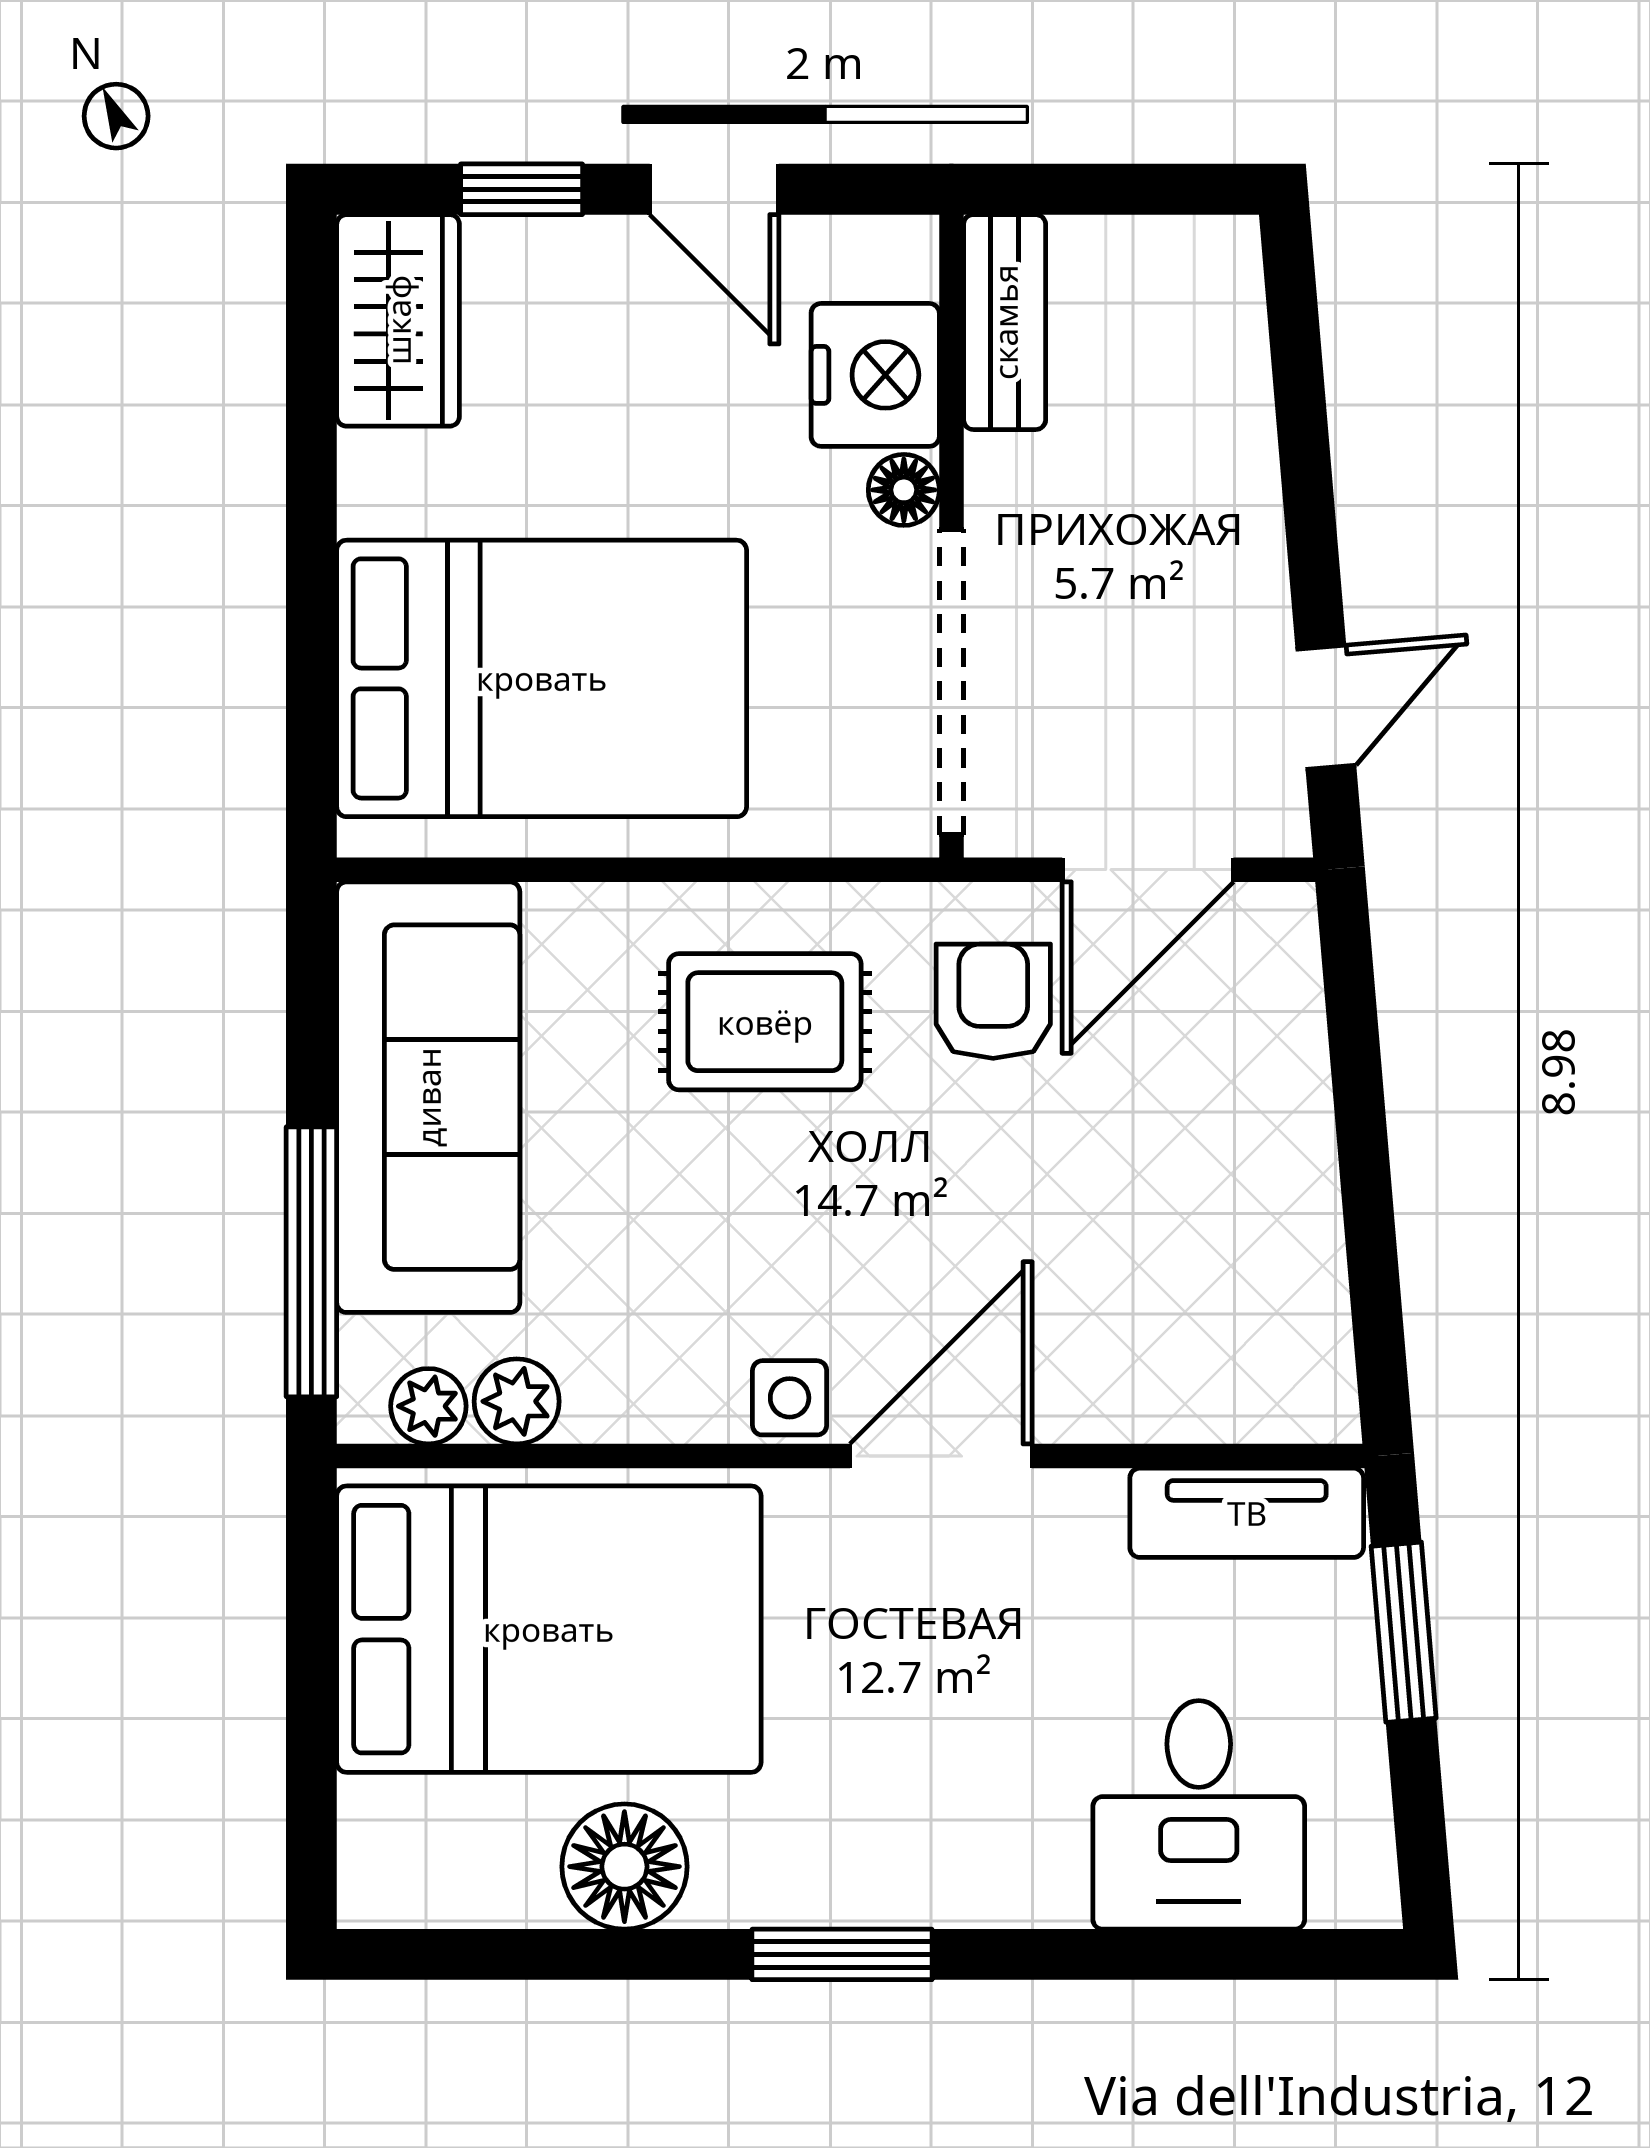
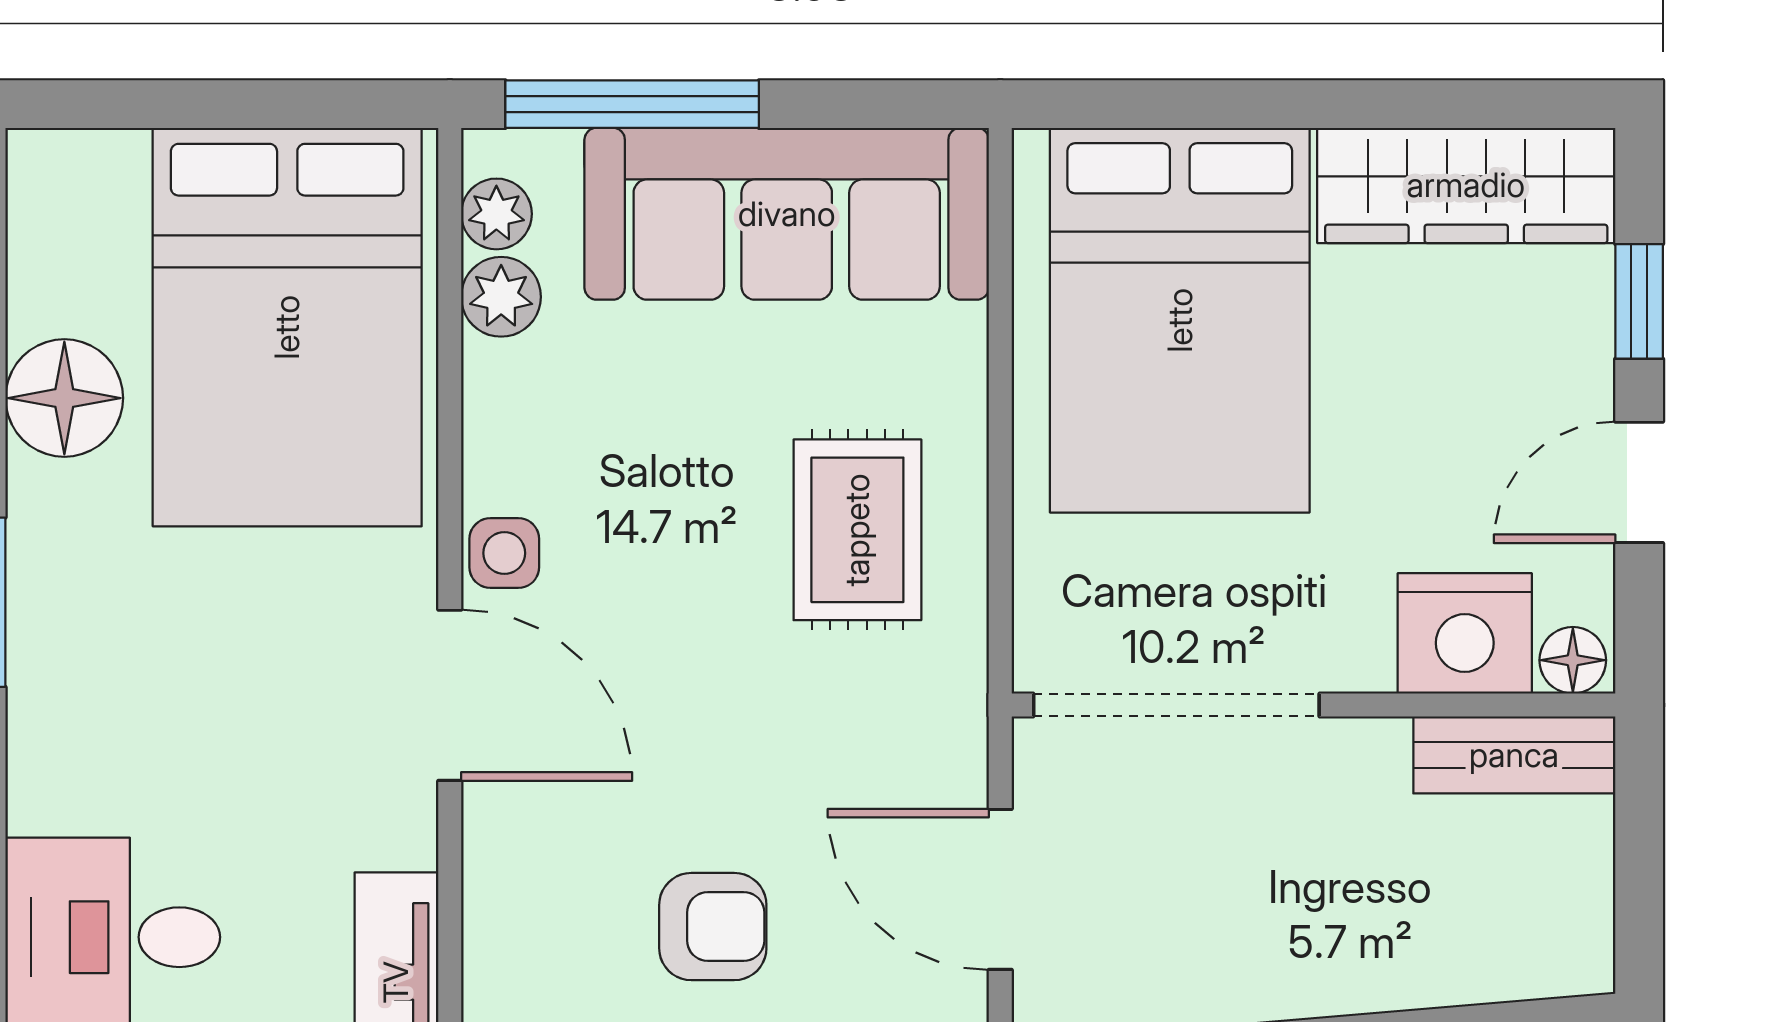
wardrobe: (398, 320) -> (1466, 185), width x1.50
floor lamp: (904, 490) -> (1573, 660), moved
armchair: (993, 1001) -> (713, 927), moved

